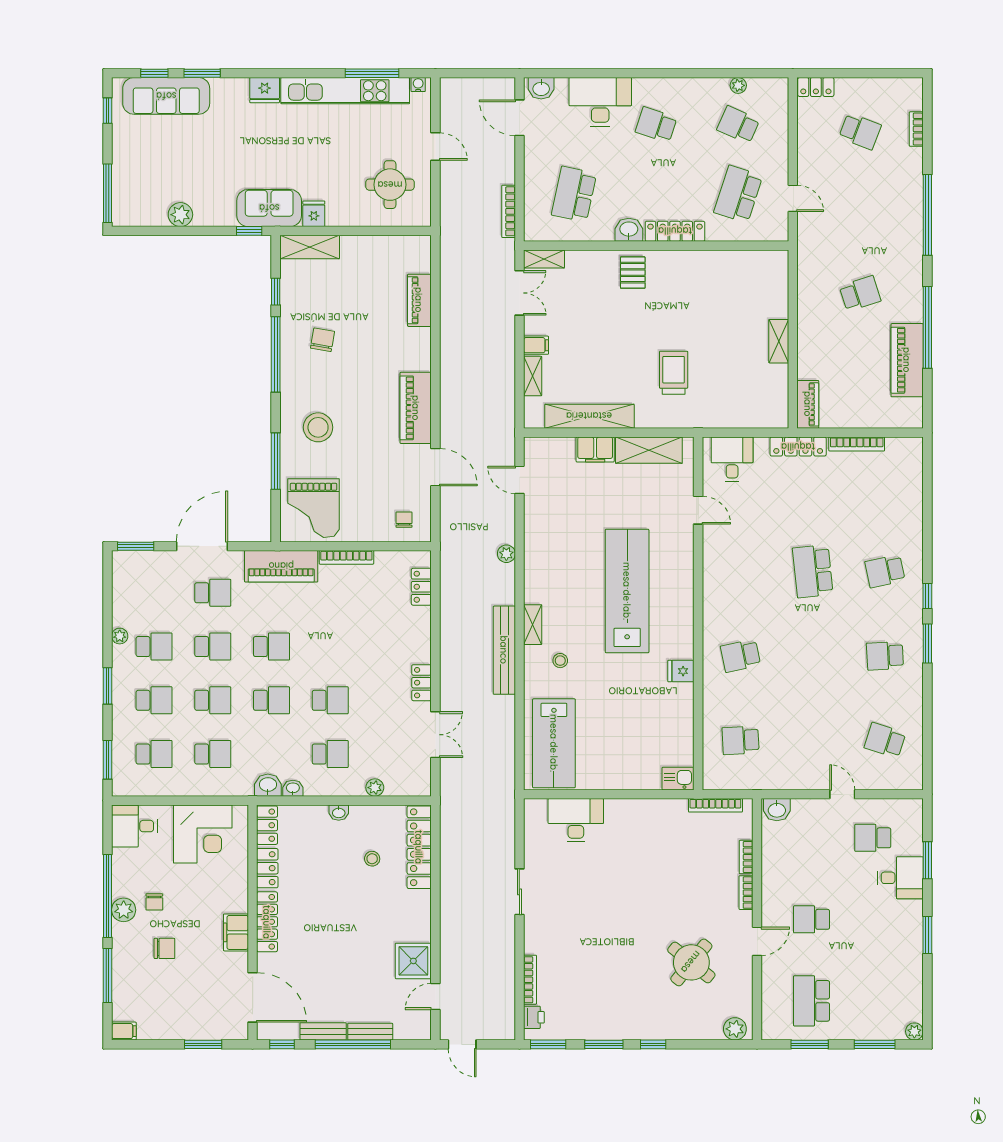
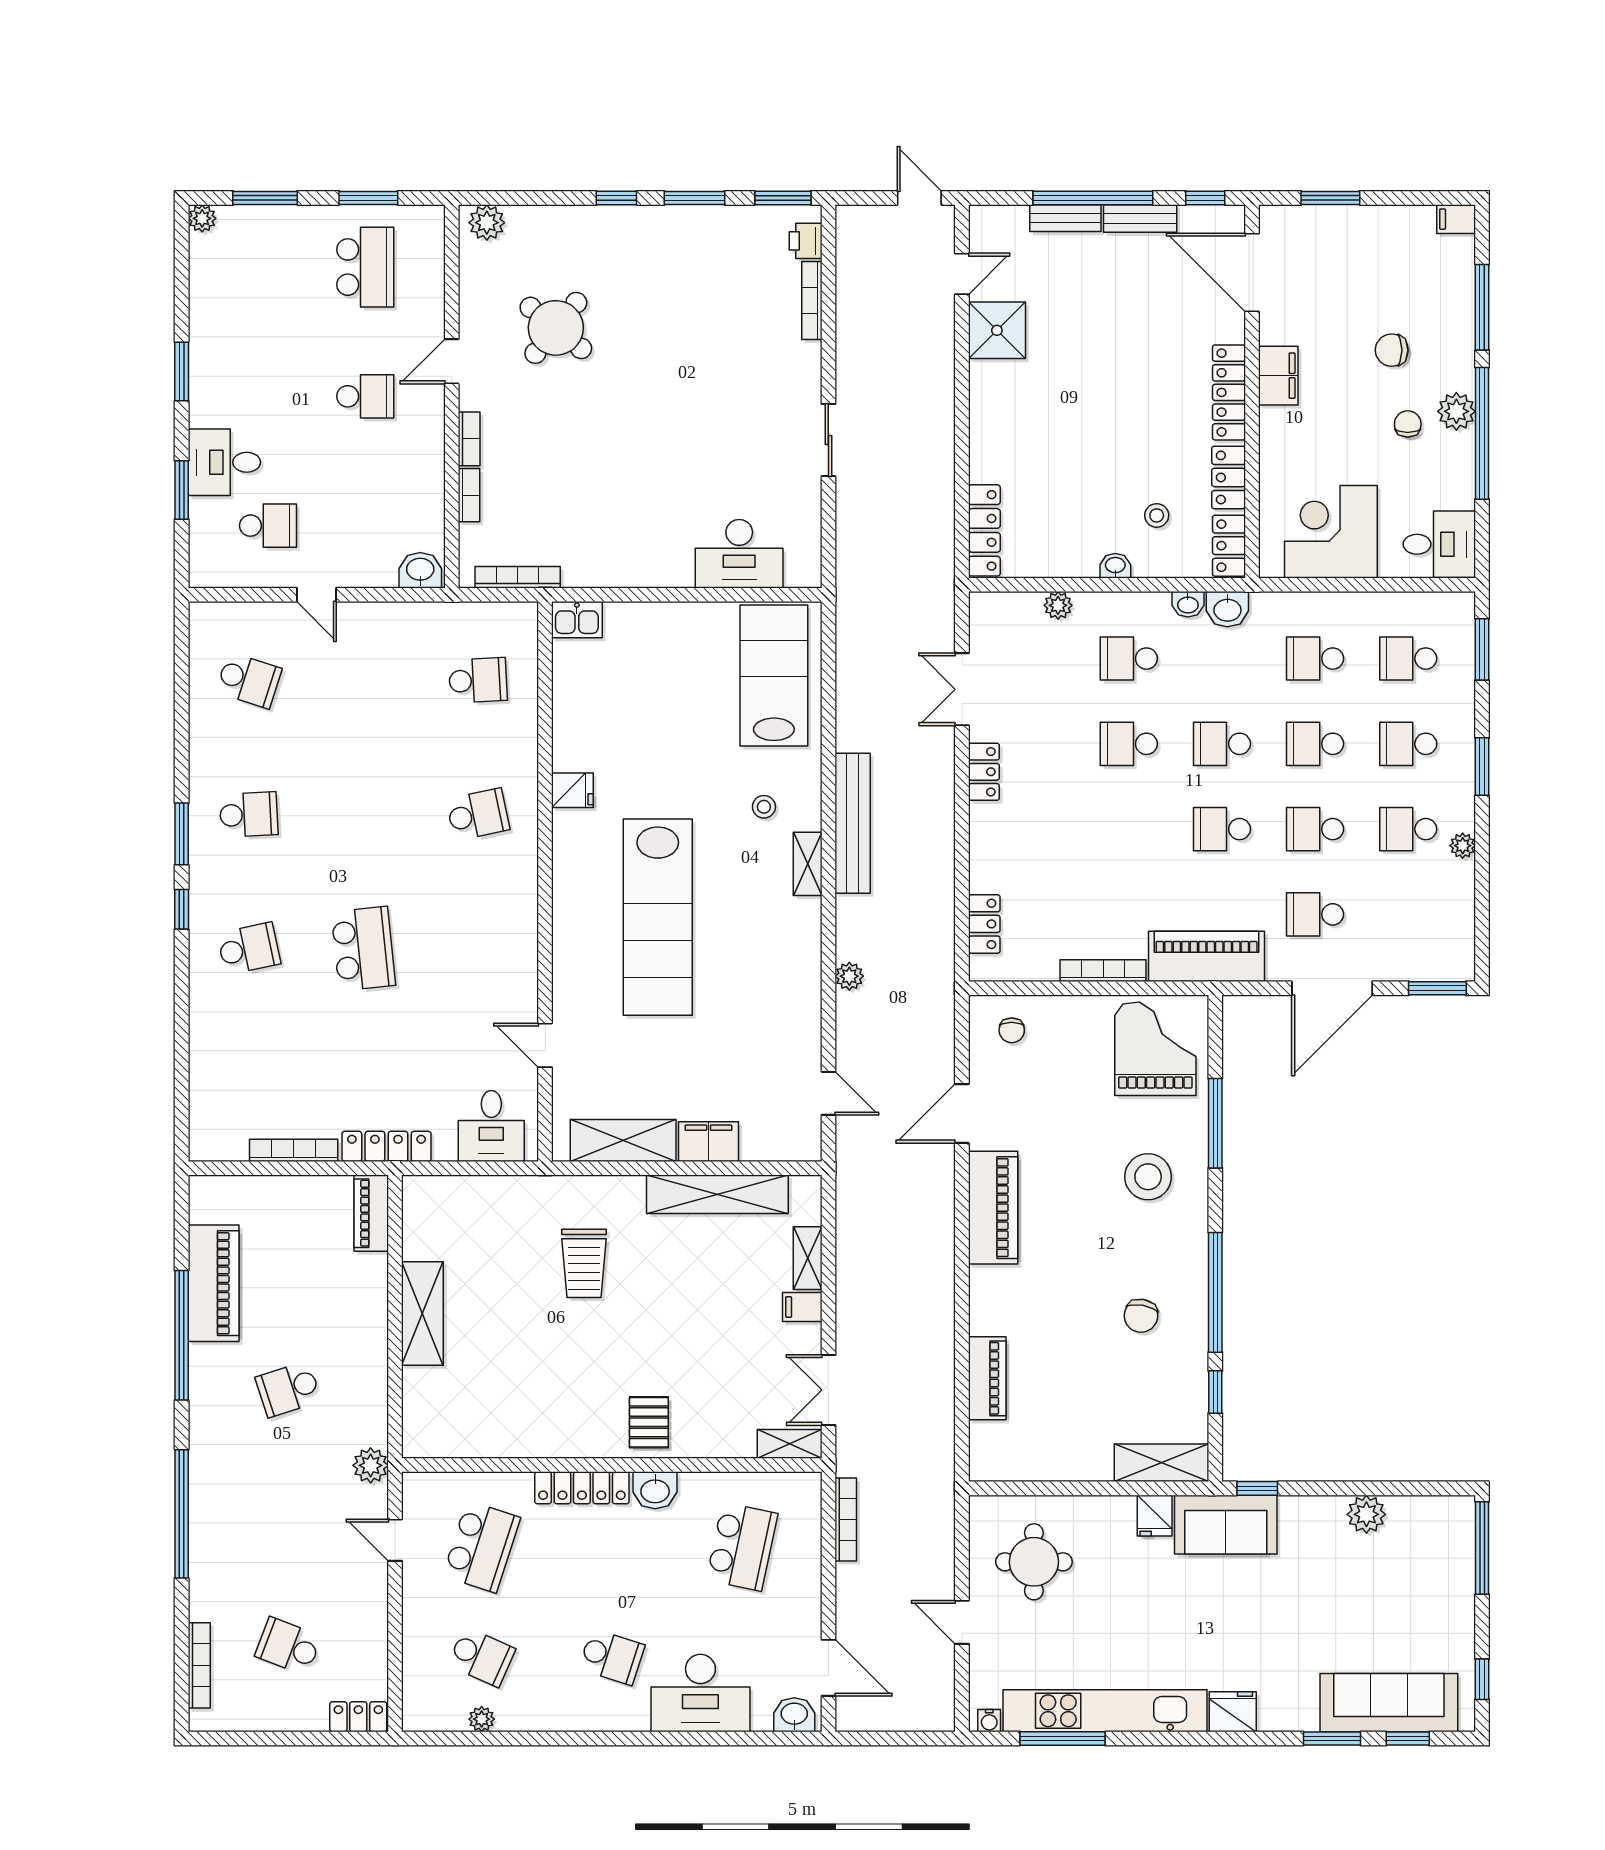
bookcase: (916, 129) -> (199, 1665), width x1.56
plant: (808, 245) -> (371, 1465), added
shelving: (779, 341) -> (422, 1313), width x1.50, depth x1.33
door: (435, 467) -> (962, 1114), hinge flipped
locker: (419, 847) -> (984, 530), width x0.71, depth x0.83
stool: (372, 859) -> (1157, 515), moved

